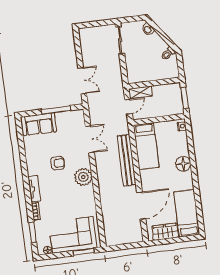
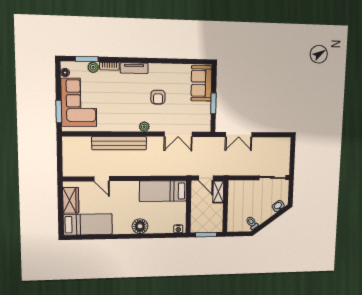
window: (56, 110) -> (213, 103), width x0.69
bench: (127, 160) -> (119, 143), moved
plant: (83, 177) -> (144, 127), width x0.53, depth x0.53
door: (141, 206) -> (102, 179), width x0.53
plant: (39, 226) -> (93, 67), added

